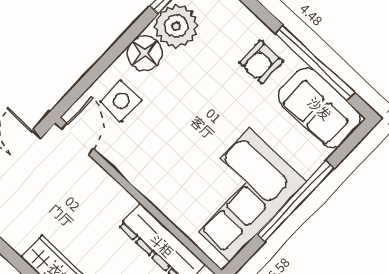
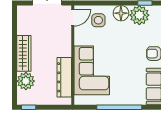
corner sofa: (240, 195) -> (92, 70), moved, turned 90

